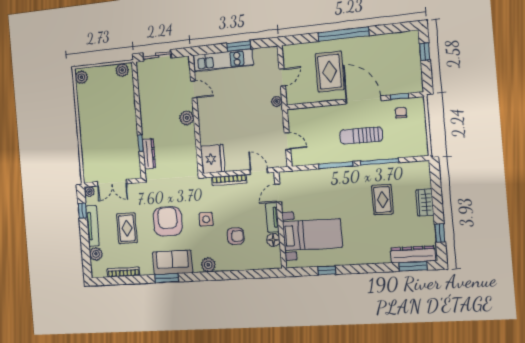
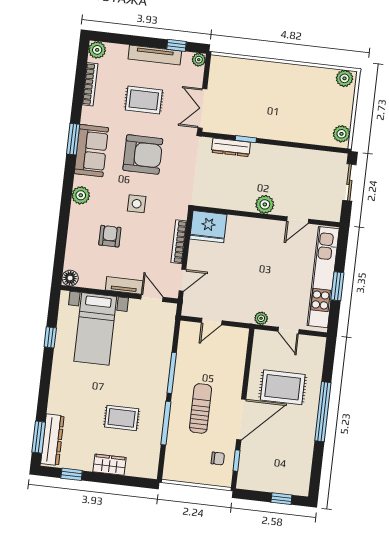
kitchen unit: (223, 60) -> (323, 277), width x1.36
double door: (112, 183) -> (202, 108), moved
armchair: (236, 236) -> (110, 236), turned 180
floor lamp: (273, 240) -> (70, 278), moved
plant: (96, 254) -> (97, 50), moved

